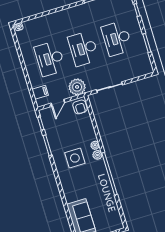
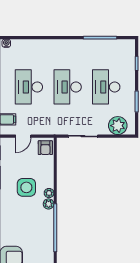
plant: (77, 87) -> (118, 126), moved
side table: (75, 158) -> (26, 187), moved

